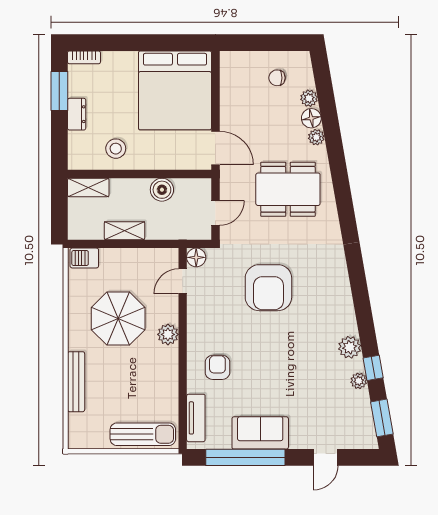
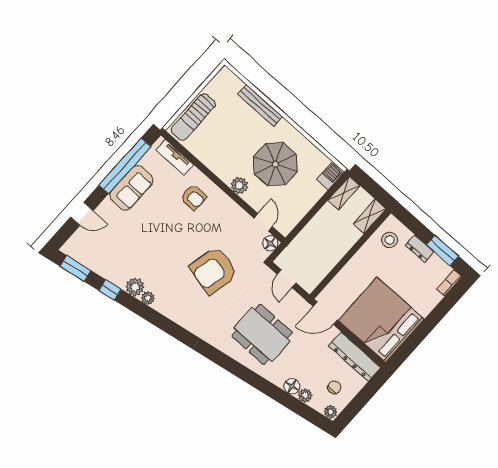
dresser: (231, 84) -> (355, 357), added
plant: (316, 137) -> (331, 412), moved
stool: (116, 149) -> (390, 240), moved
dining table: (288, 189) -> (262, 334), turned 90
boiler: (162, 190) -> (329, 259), removed
shelving: (125, 231) -> (344, 193), moved
armchair: (268, 288) -> (214, 270), turned -77
plant: (359, 381) -> (148, 298), moved
door: (326, 457) -> (82, 214), swing flipped

